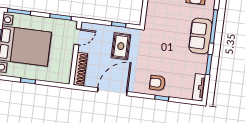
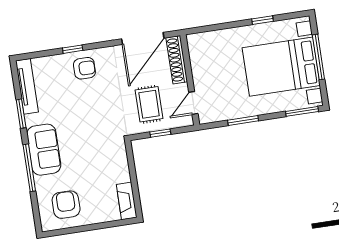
door: (78, 37) -> (193, 103), moved
wall: (75, 53) -> (190, 80), moved
shoe rack: (80, 69) -> (177, 60), moved
tv unit: (199, 87) -> (27, 86), width x1.41

